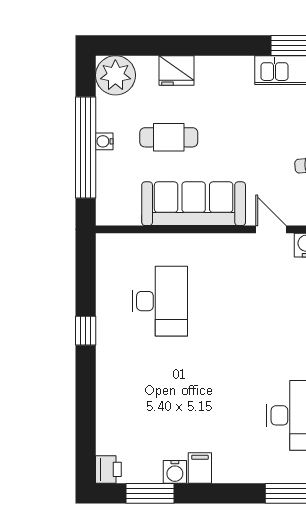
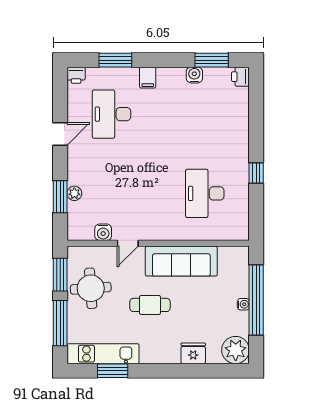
cafe table: (169, 137) -> (150, 305), moved
door: (271, 229) -> (128, 243), hinge flipped
filing cabinet: (200, 468) -> (148, 78), moved

